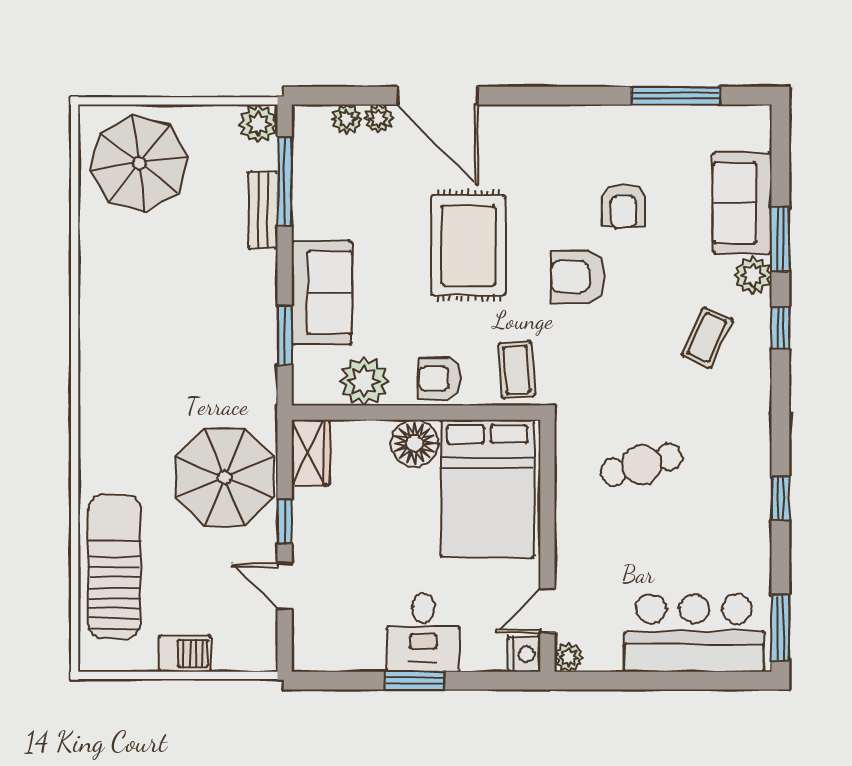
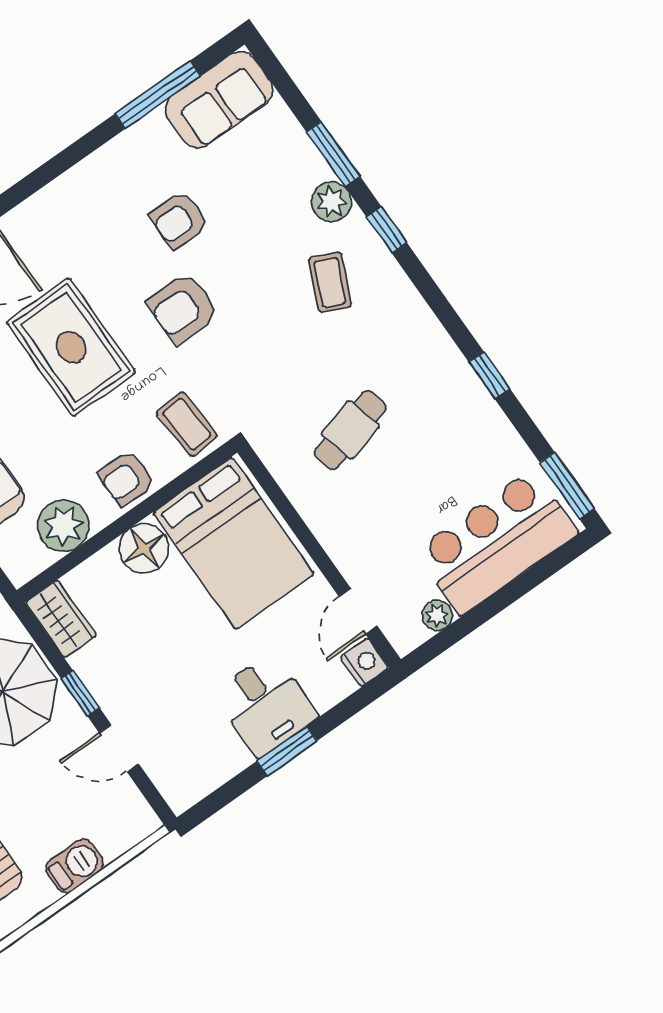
sofa: (742, 203) -> (219, 100), moved, turned -90
armchair: (623, 206) -> (179, 220), turned 90
plant: (569, 658) -> (437, 616), moved

